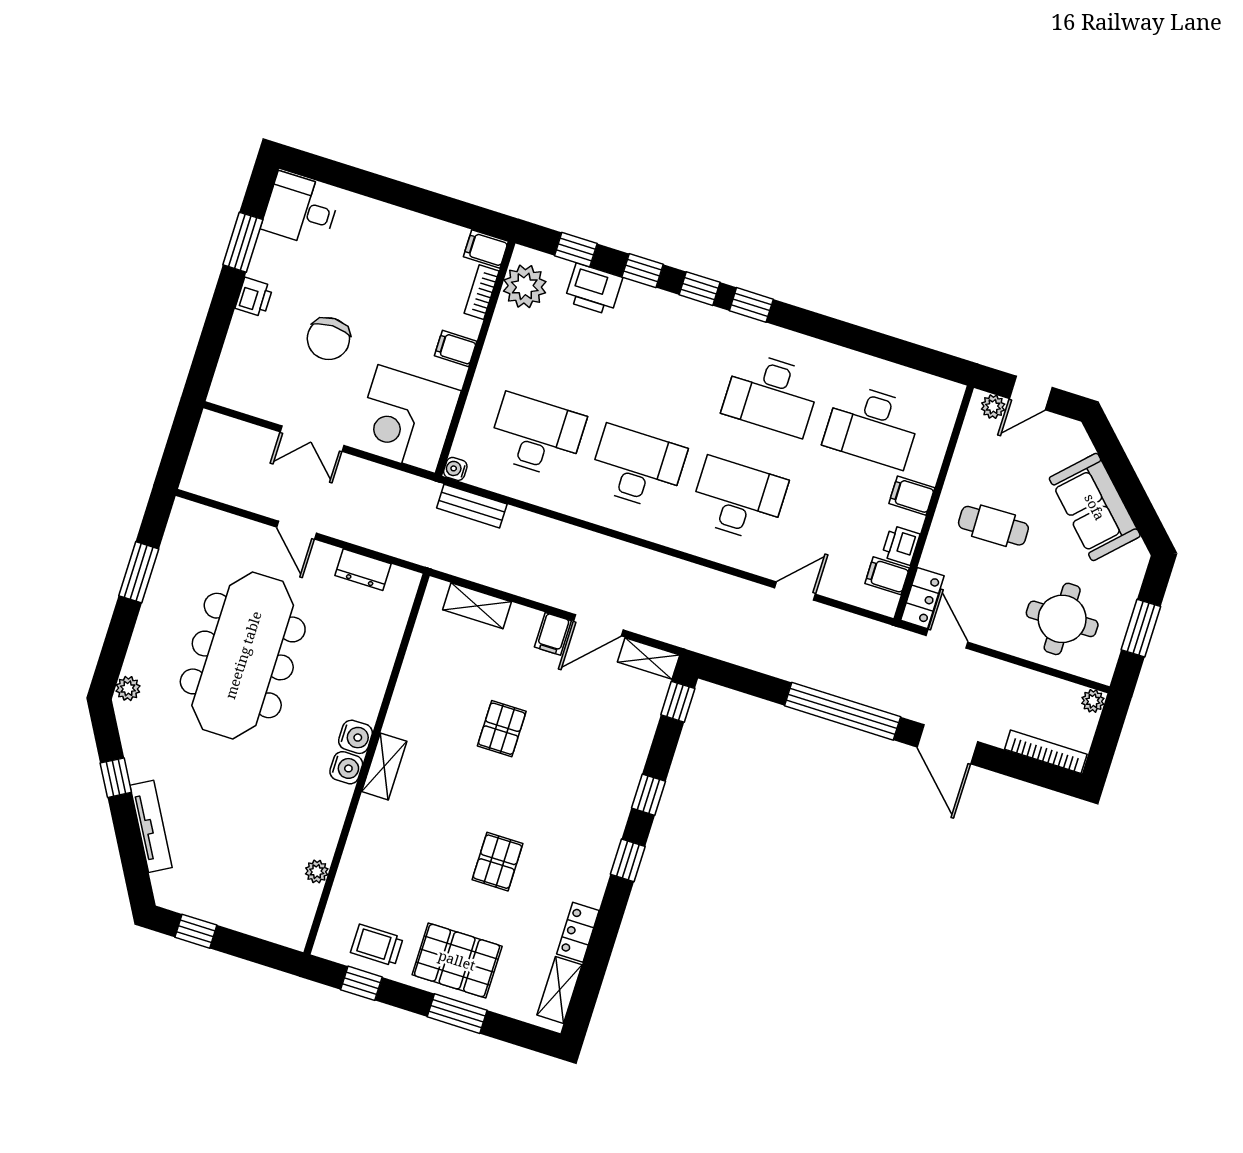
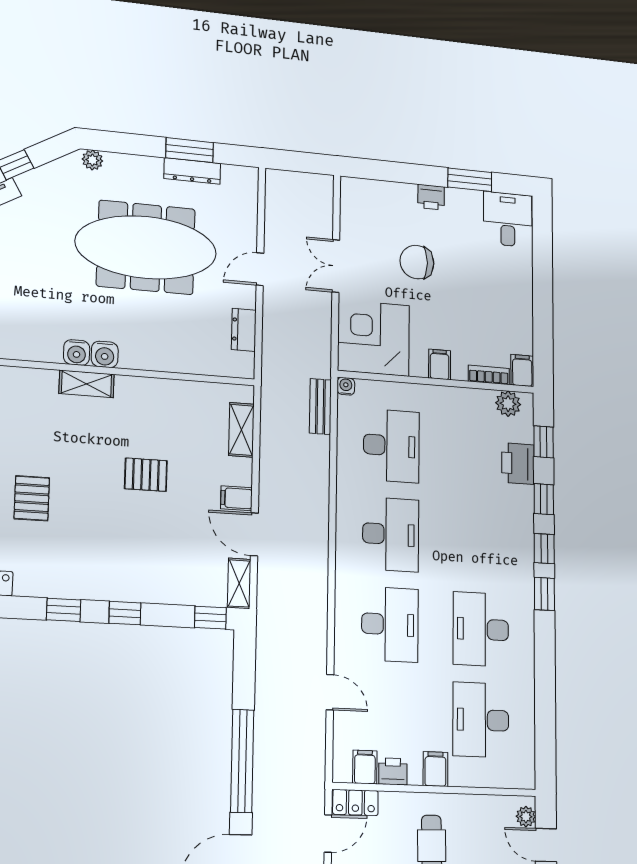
plant: (525, 286) -> (508, 404), width x0.73, depth x0.73
dresser: (164, 576) -> (192, 171), added
pallet: (497, 862) -> (32, 498), turned 90

